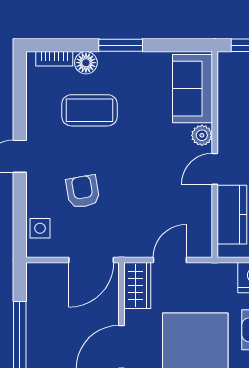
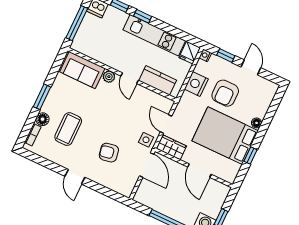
side table: (40, 228) -> (146, 140), moved

